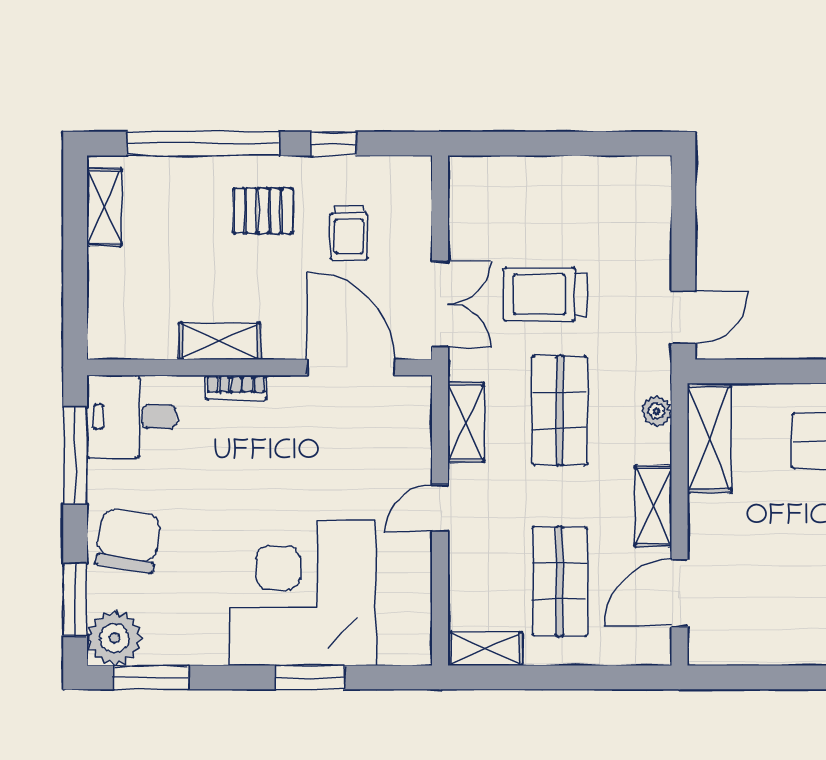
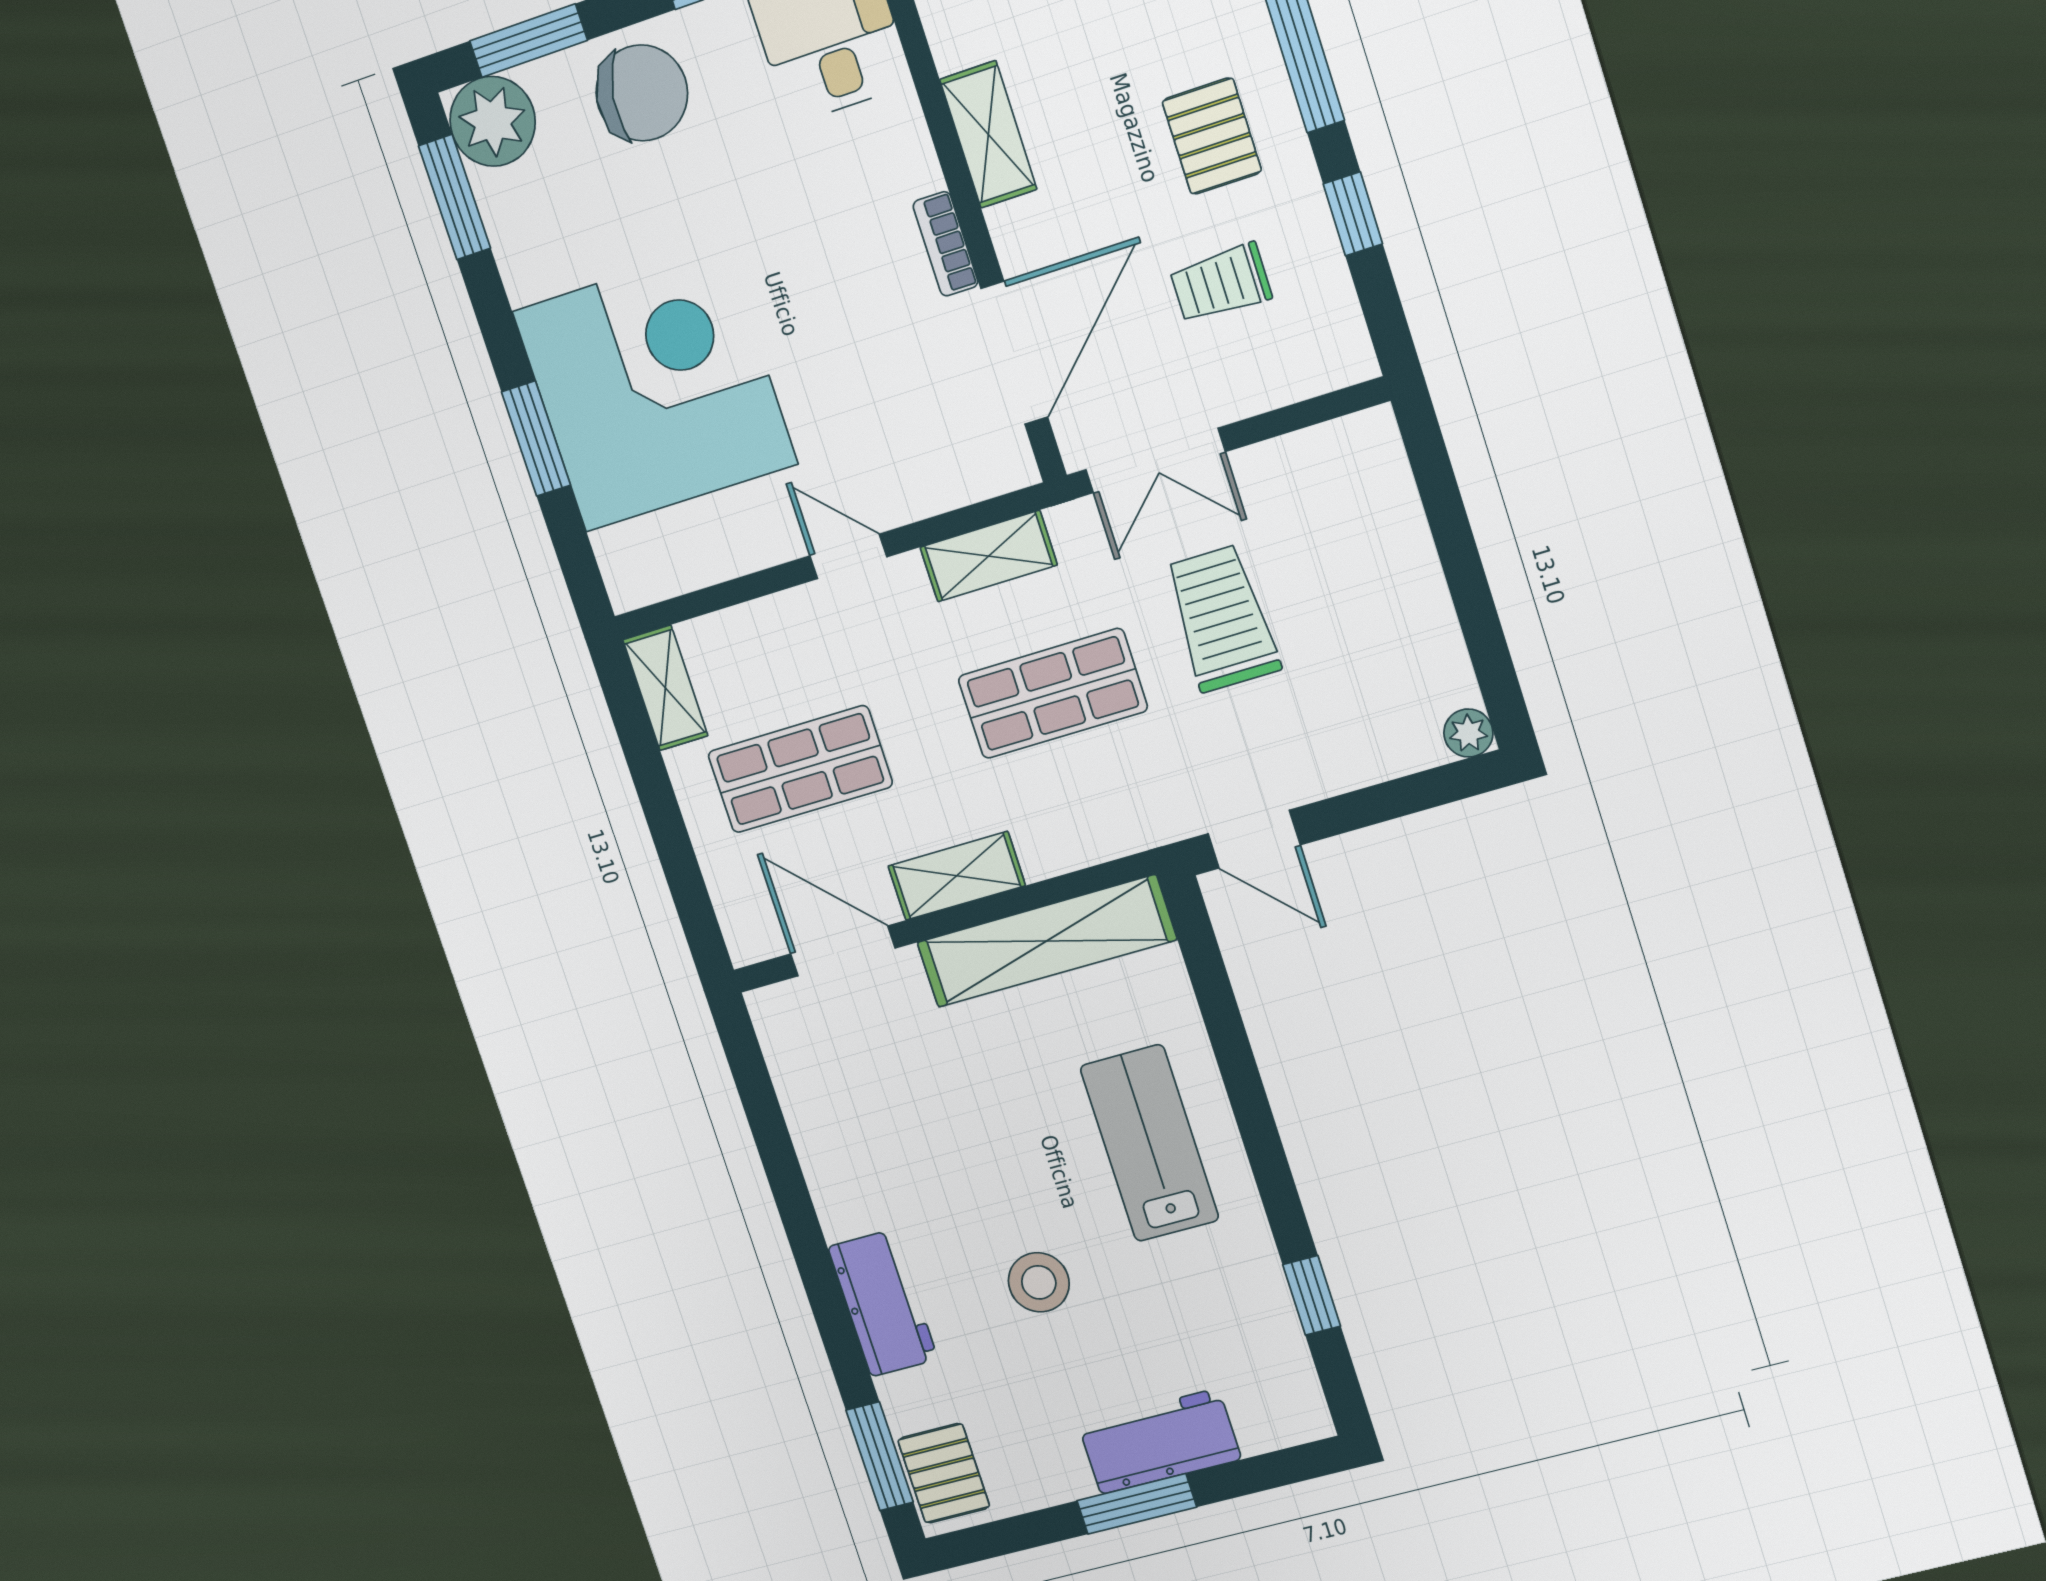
bookcase: (236, 387) -> (945, 244), moved
plant: (657, 411) -> (1468, 733), moved
shelving: (709, 438) -> (1046, 941), width x1.47

